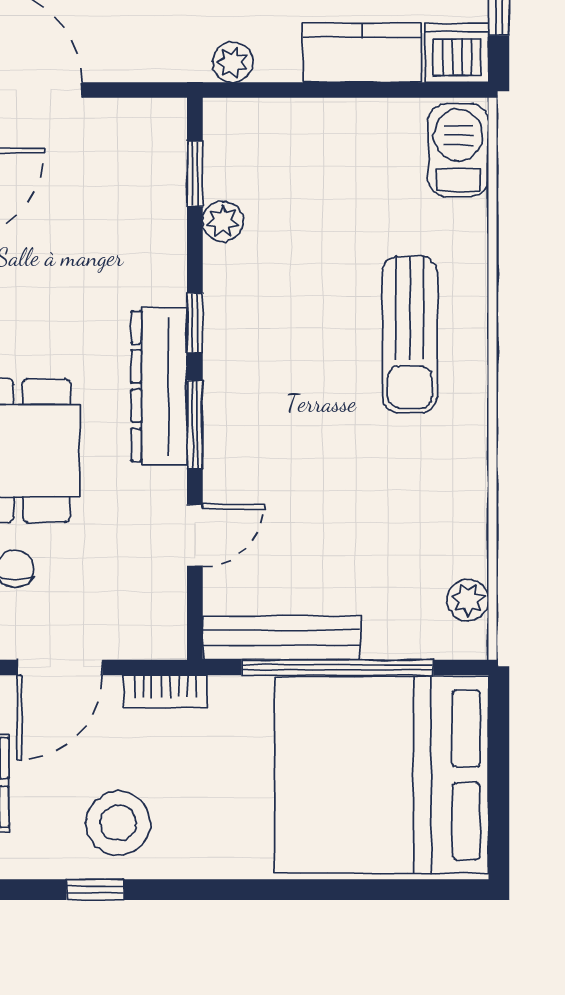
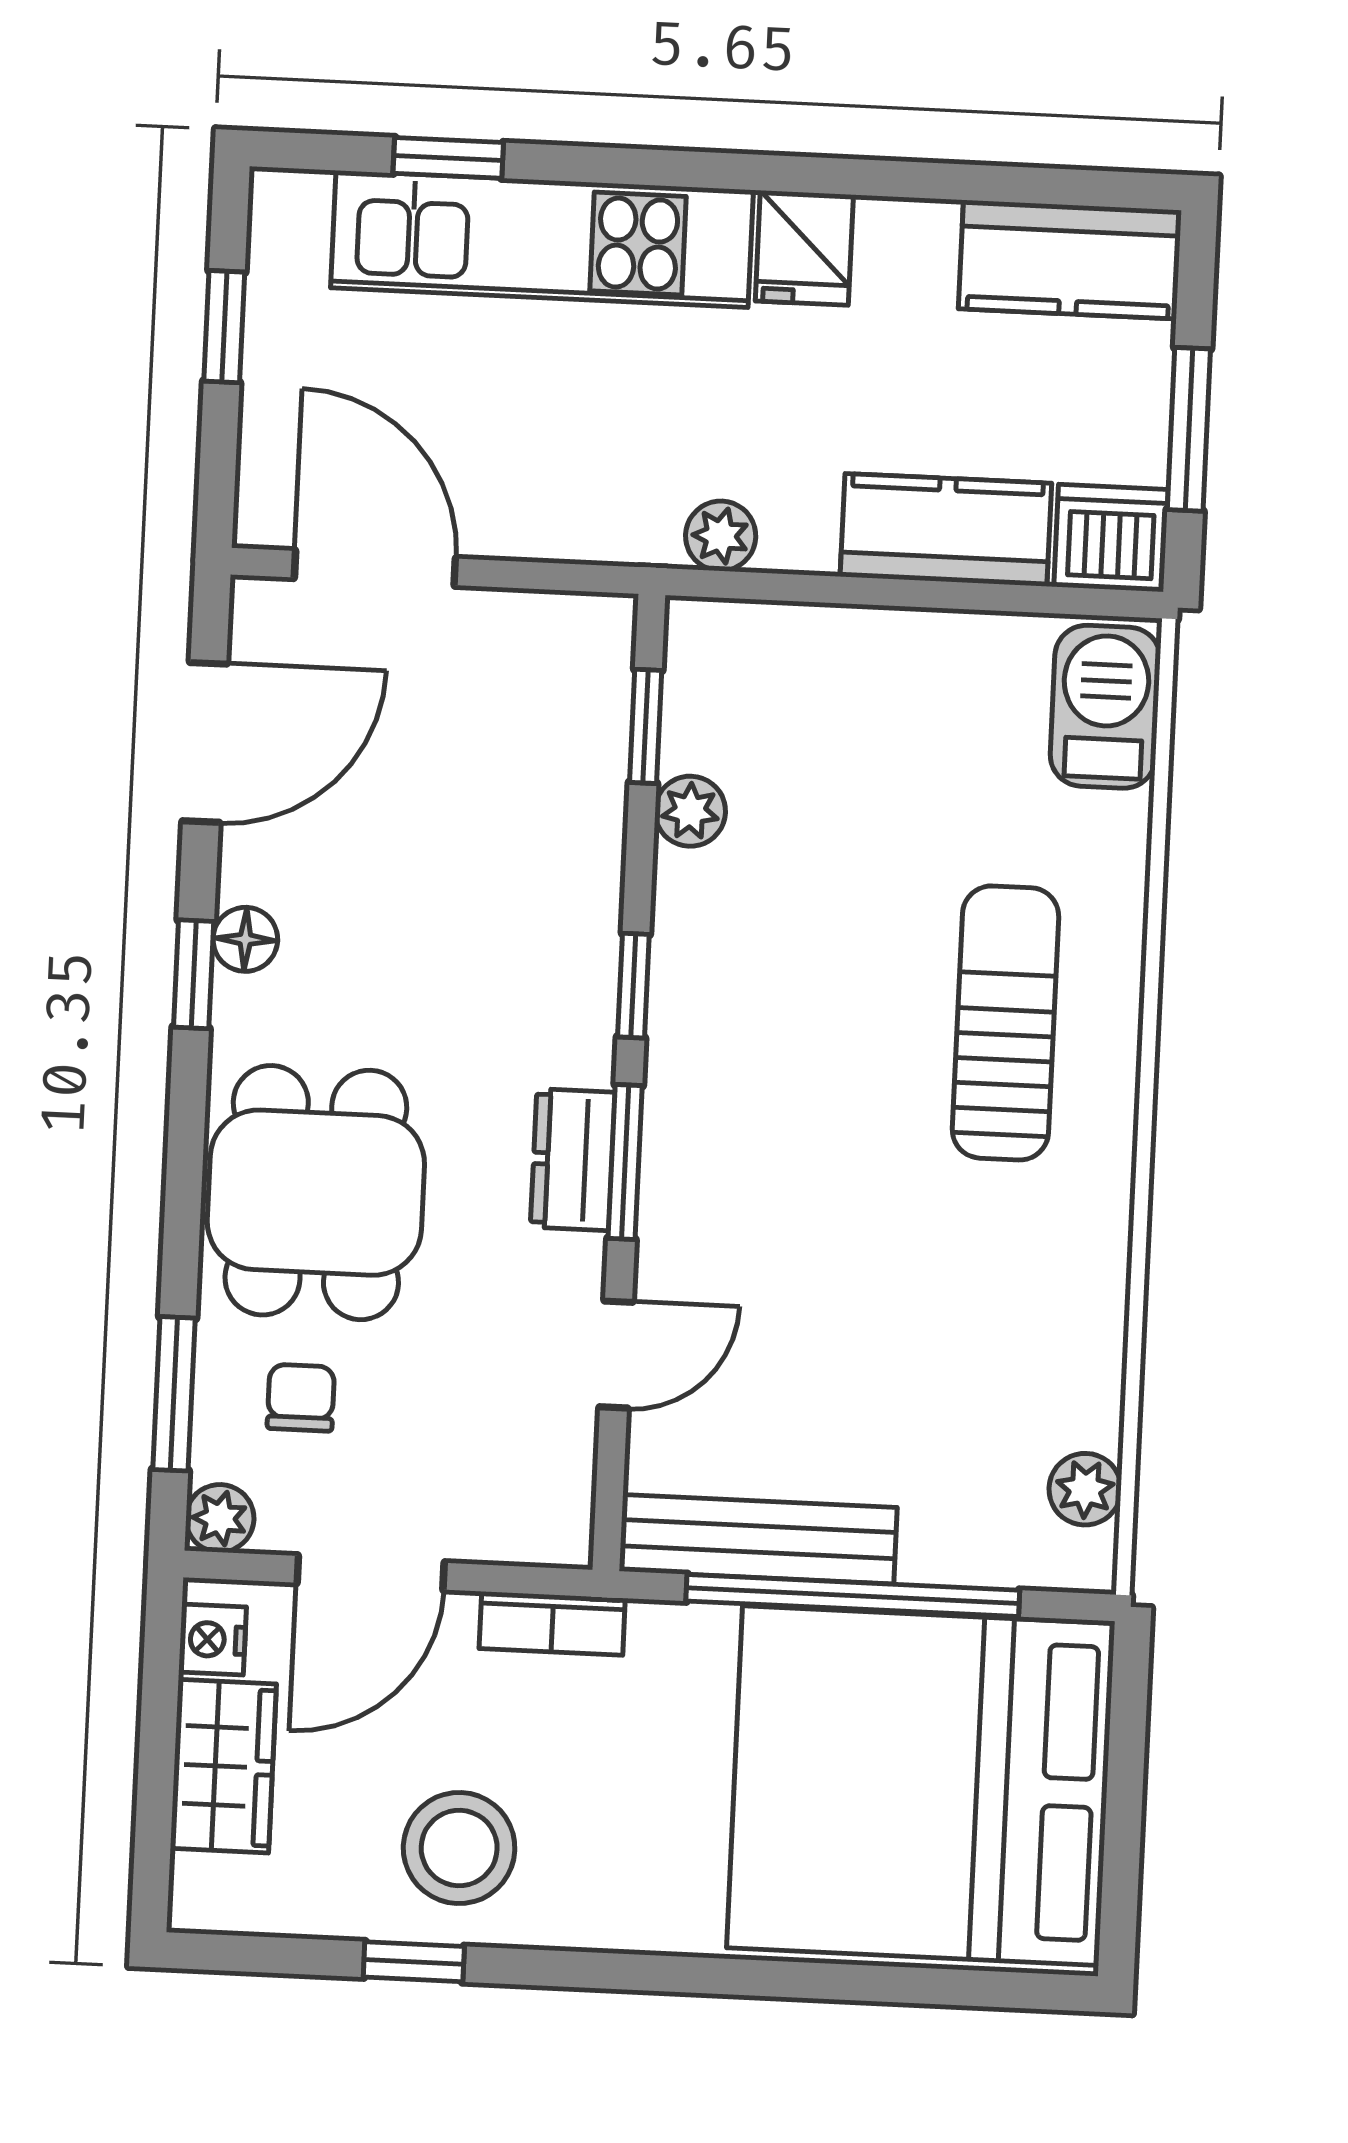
sun lounger: (410, 334) -> (1006, 1023), turned 180
dresser: (159, 386) -> (573, 1160), width x0.51, depth x0.80

